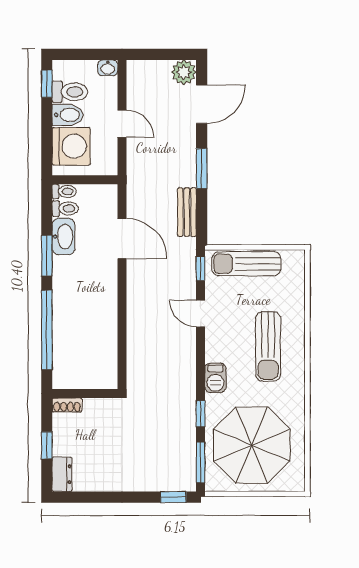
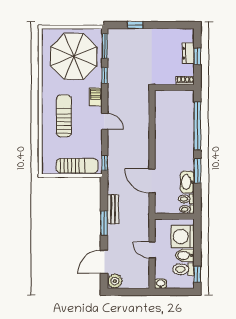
bench: (187, 212) -> (113, 209), moved
door: (201, 314) -> (105, 121), moved
dresser: (62, 474) -> (188, 53), moved
window: (173, 497) -> (135, 25), moved

